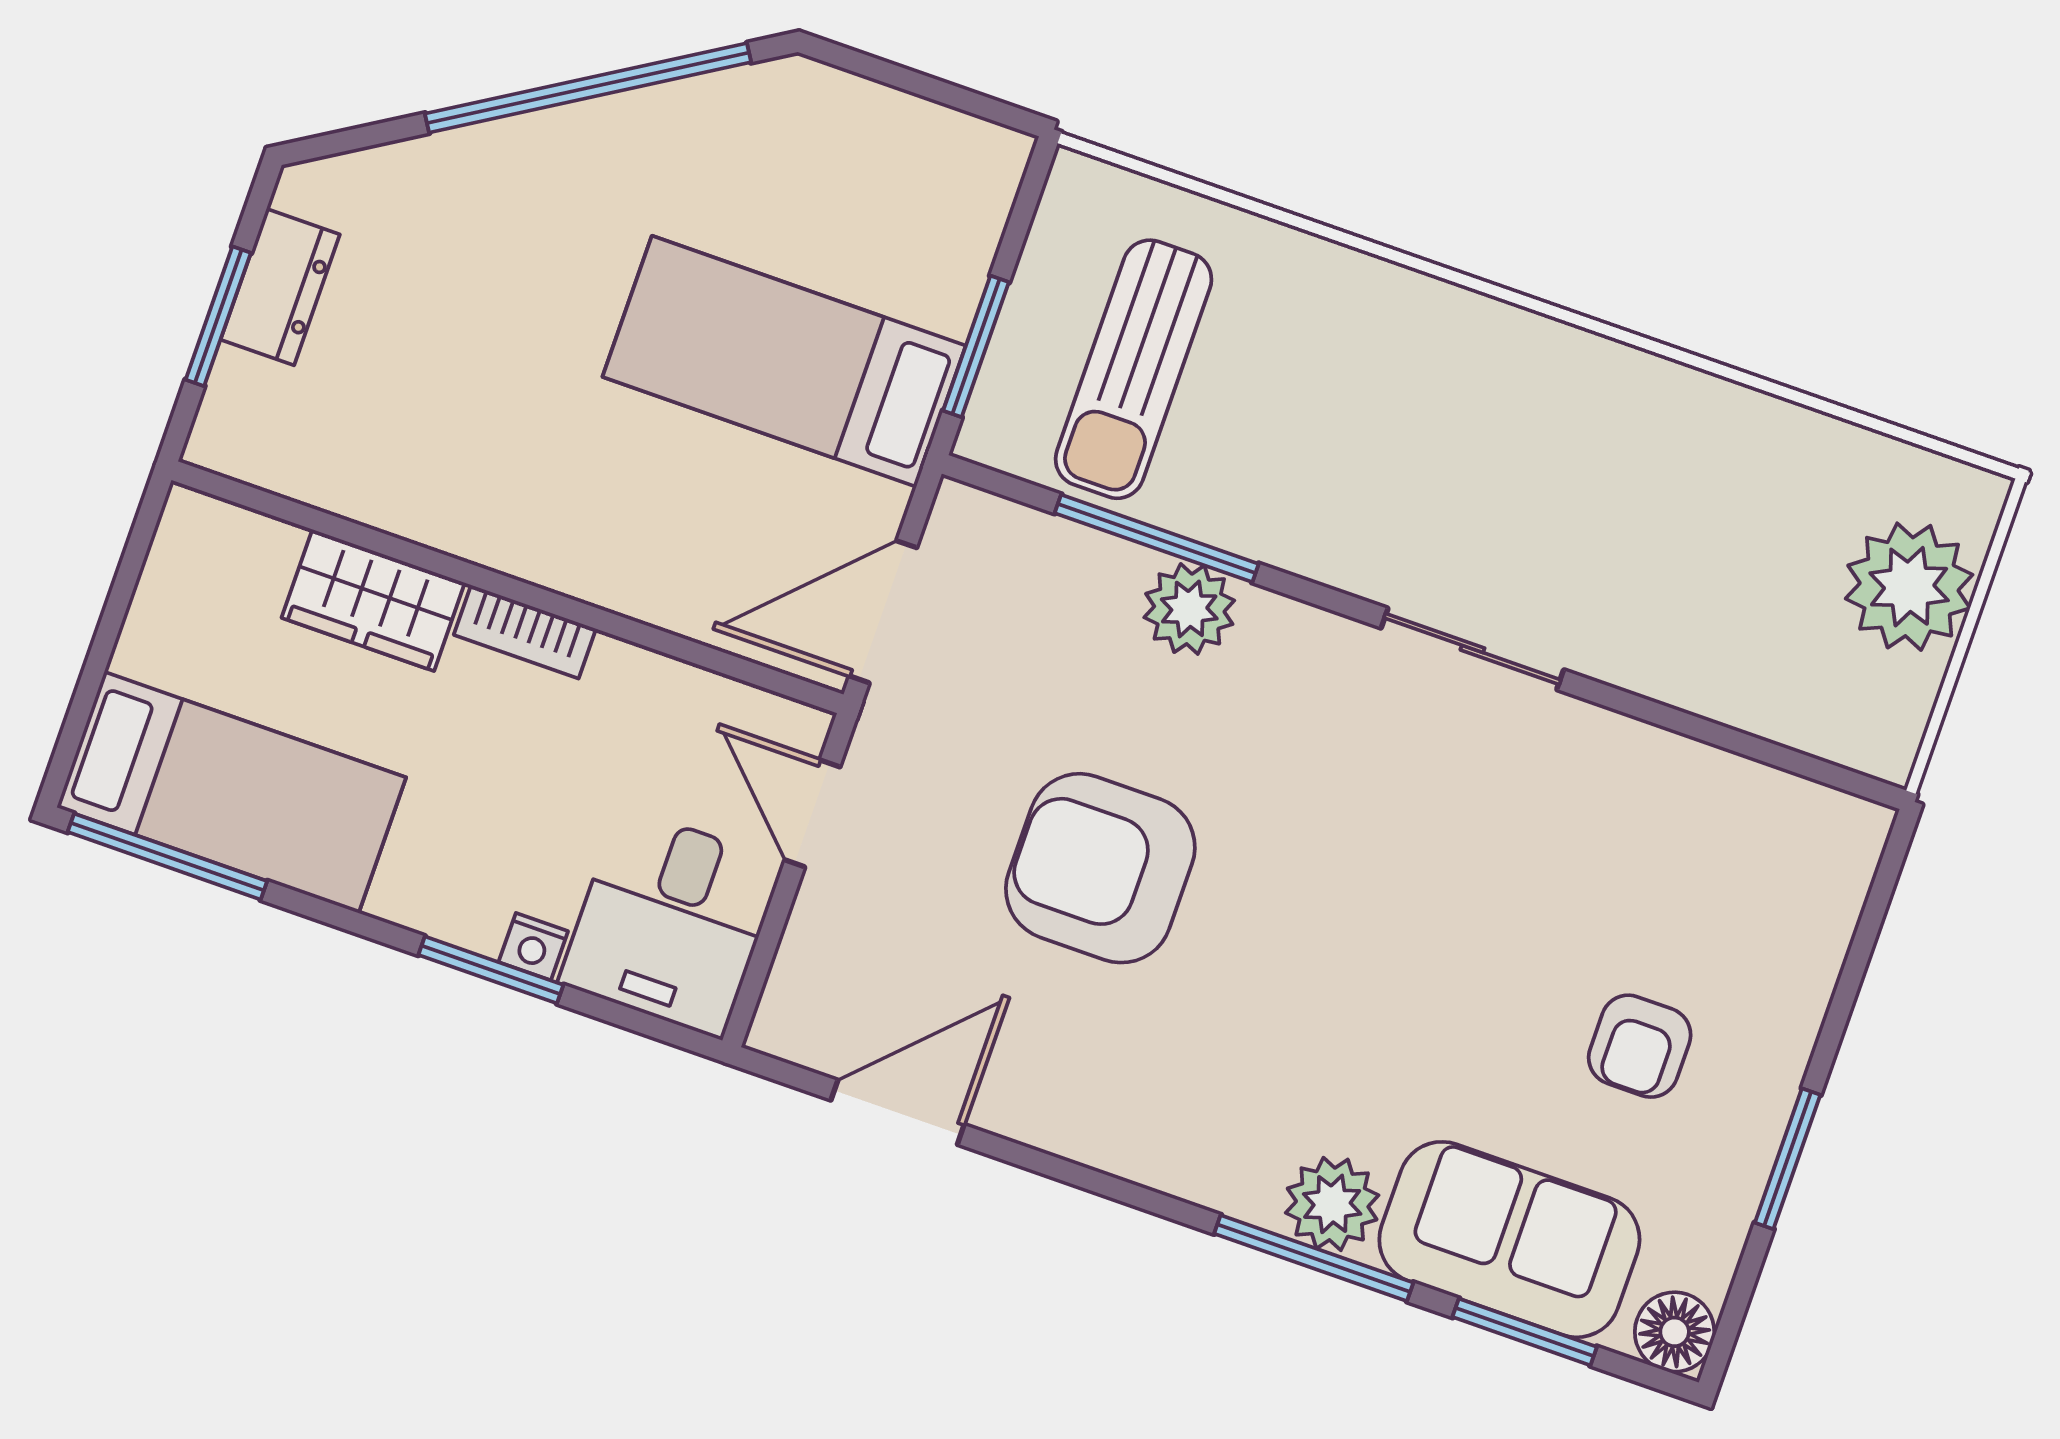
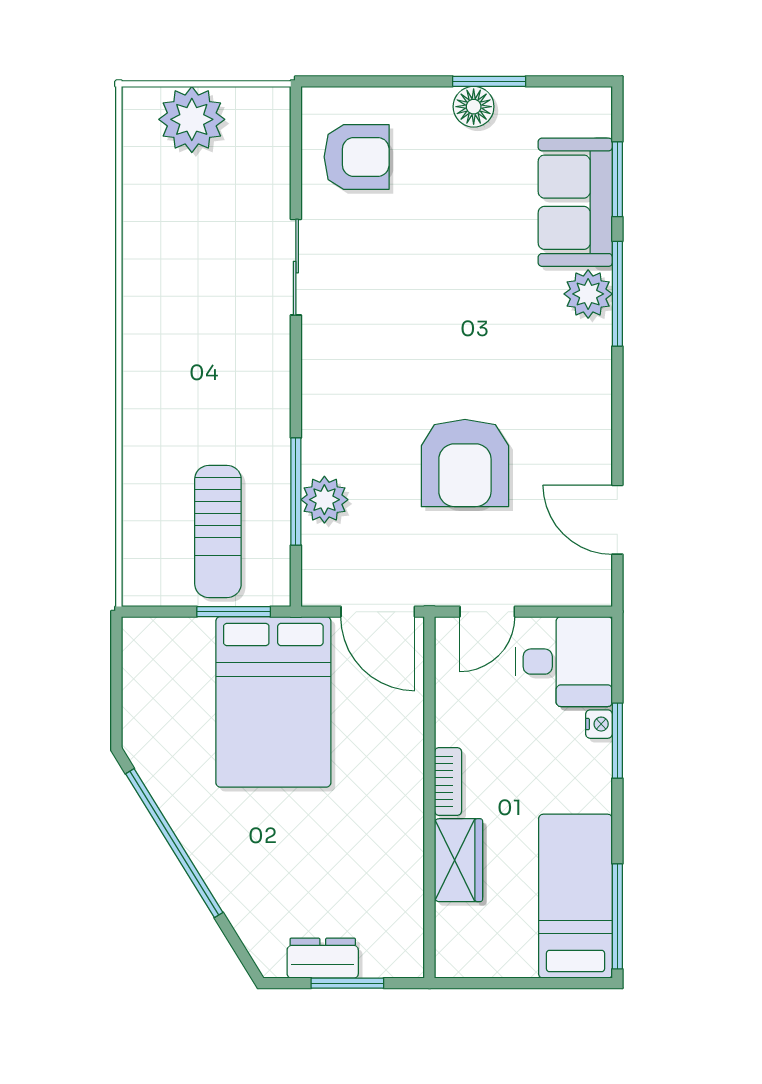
bed: (784, 361) -> (273, 702), width x1.50
sun lounger: (1134, 369) -> (218, 532), turned 90
plant: (1189, 609) -> (324, 500), moved
sliding door: (1472, 649) -> (296, 267), moved
armchair: (1640, 1046) -> (357, 157), moved, width x1.38, depth x1.38
floor lamp: (1675, 1332) -> (474, 107), moved

